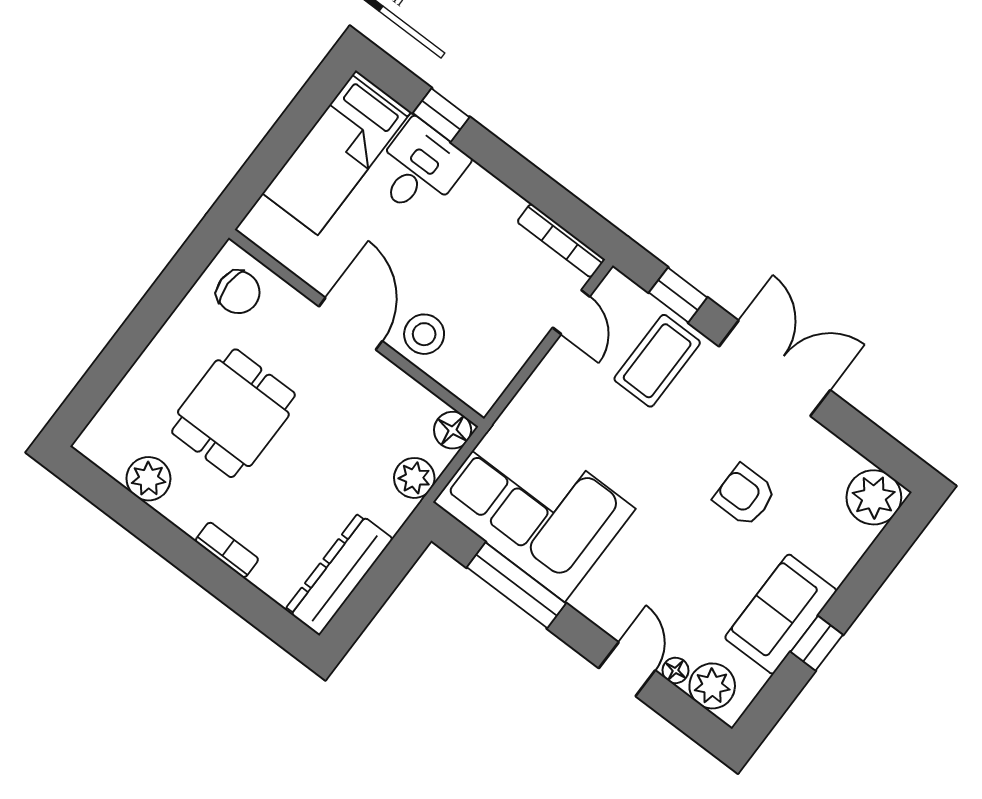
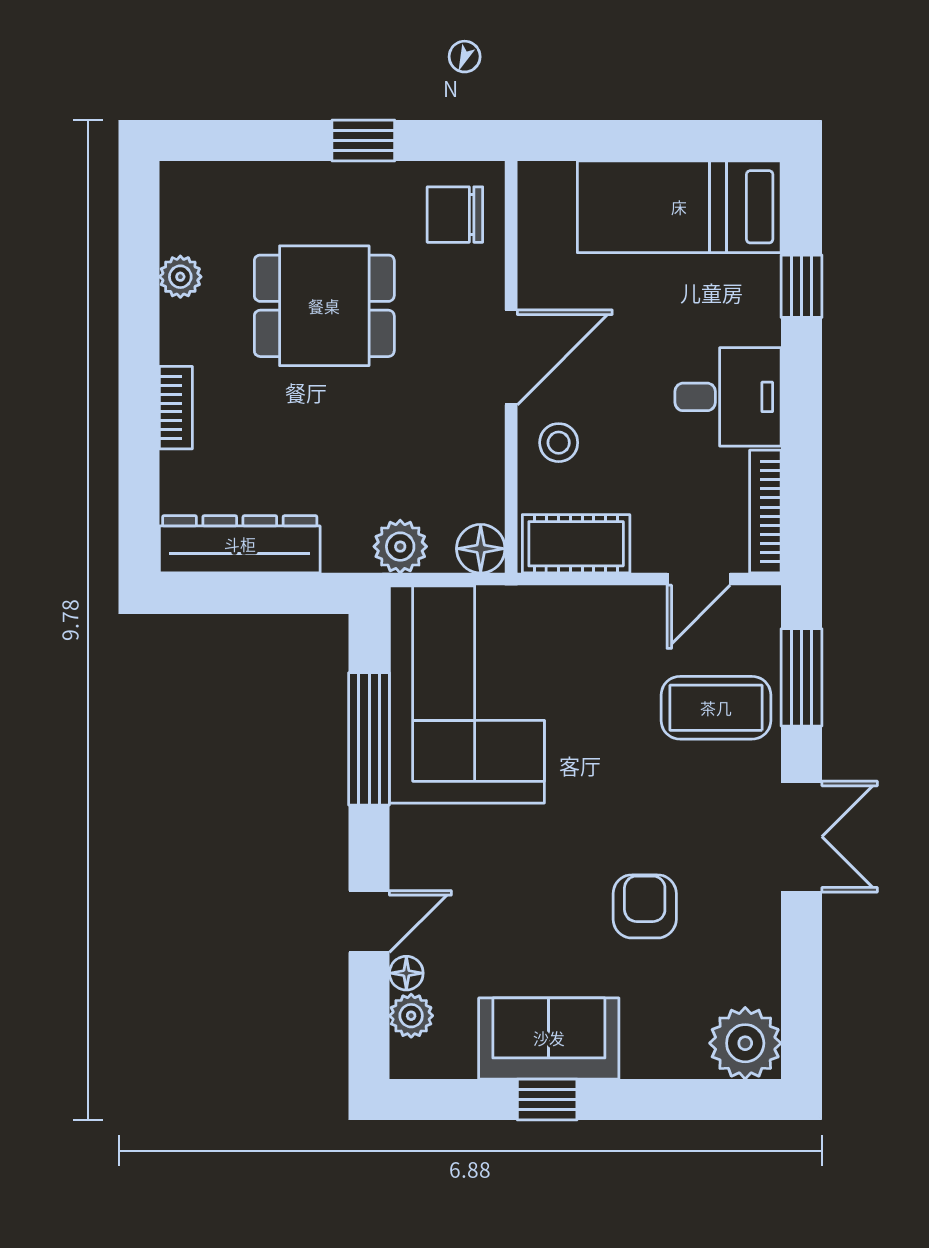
desk: (419, 169) -> (728, 397), moved
chair: (238, 292) -> (455, 215), turned 90
window: (678, 295) -> (801, 677), width x1.50
window: (151, 314) -> (363, 140), added
stool: (424, 334) -> (559, 443), width x0.73, depth x0.73
double door: (775, 368) -> (801, 837), width x0.73
cot: (493, 370) -> (576, 544), added
plant: (148, 479) -> (180, 277), width x0.73, depth x0.73
plant: (712, 686) -> (411, 1016), width x0.73, depth x0.73

